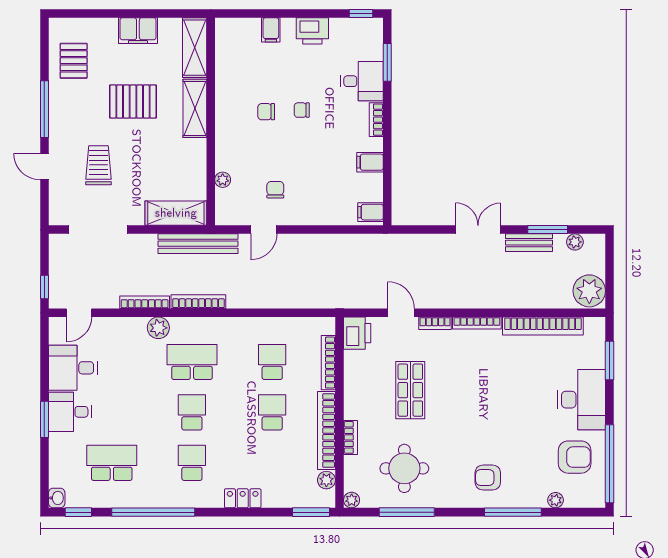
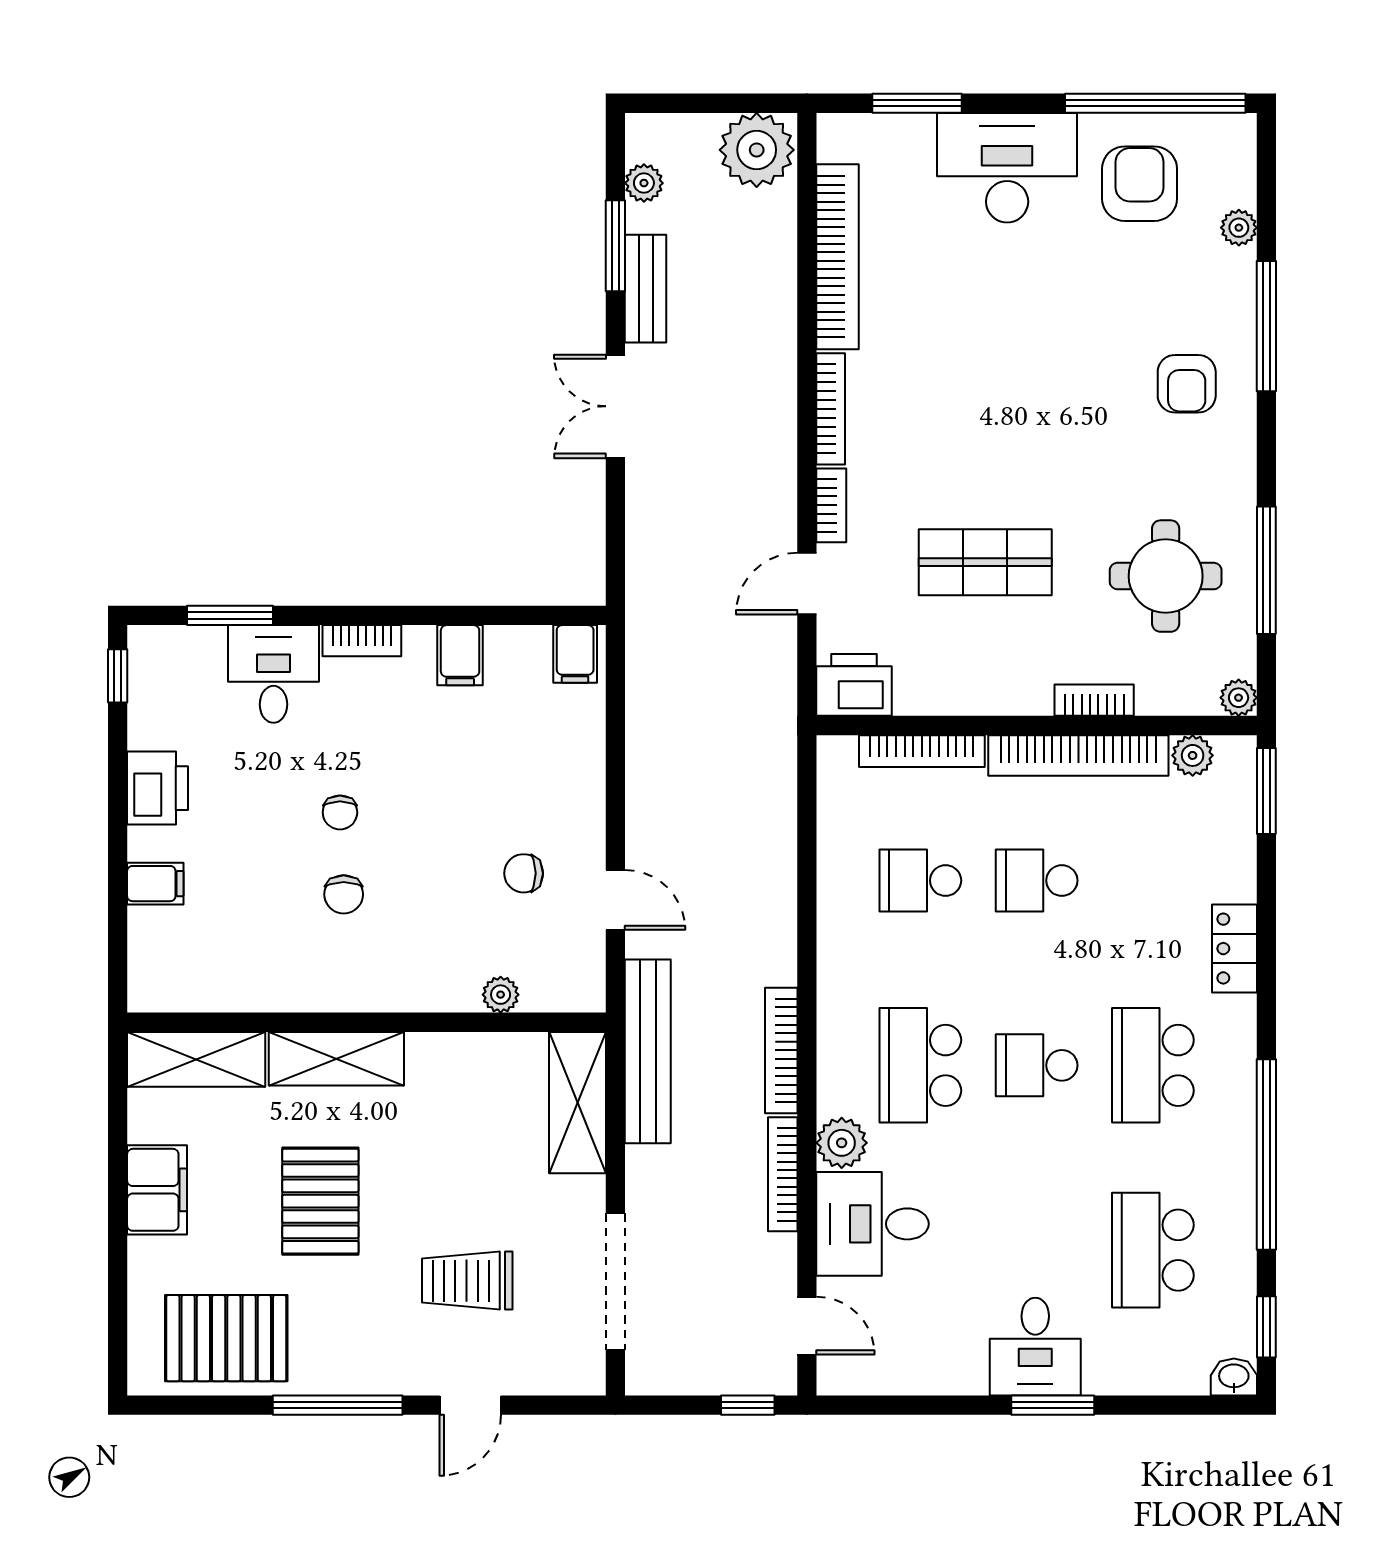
pallet: (74, 61) -> (226, 1338), width x1.50, depth x1.42
desk: (73, 368) -> (873, 1224), moved, turned 90
school desk: (192, 463) -> (1153, 1065), width x1.85

